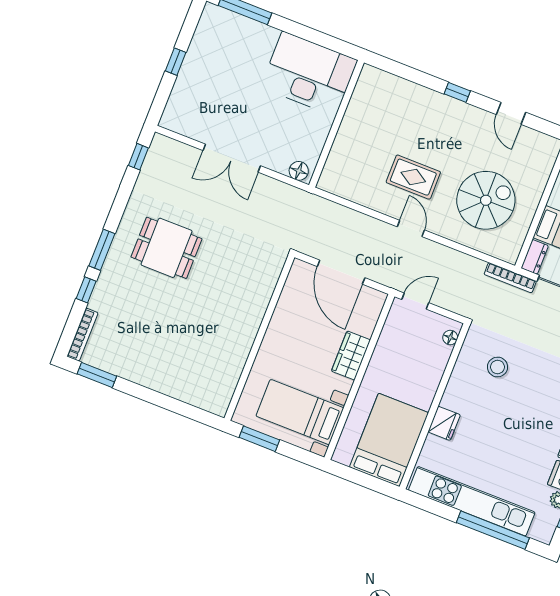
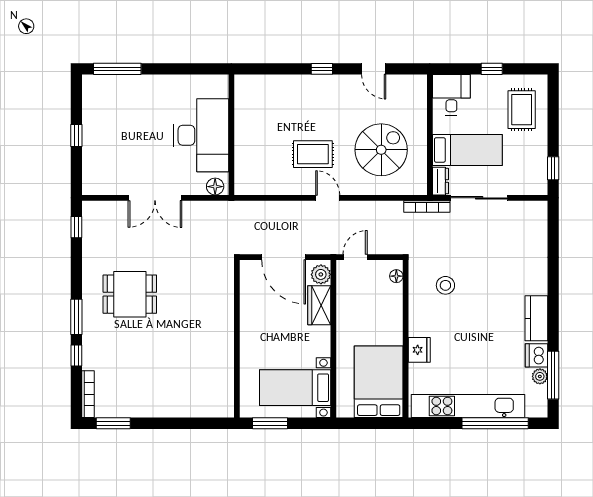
desk: (309, 74) -> (201, 135), moved, turned 90
plant: (373, 305) -> (321, 274), added
wardrobe: (351, 356) -> (319, 305), moved

